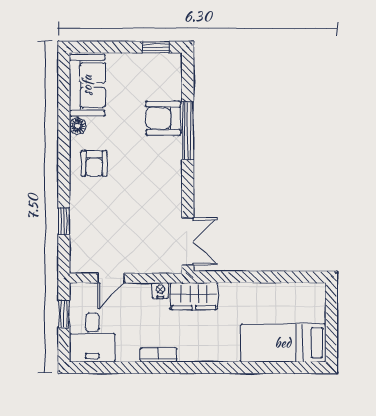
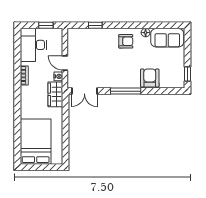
window: (188, 131) -> (126, 91), moved
armchair: (94, 163) -> (126, 41), turned 180
door: (111, 278) -> (65, 63), moved
desk: (92, 338) -> (33, 45), width x1.37
bed: (283, 343) -> (36, 142), width x1.50

